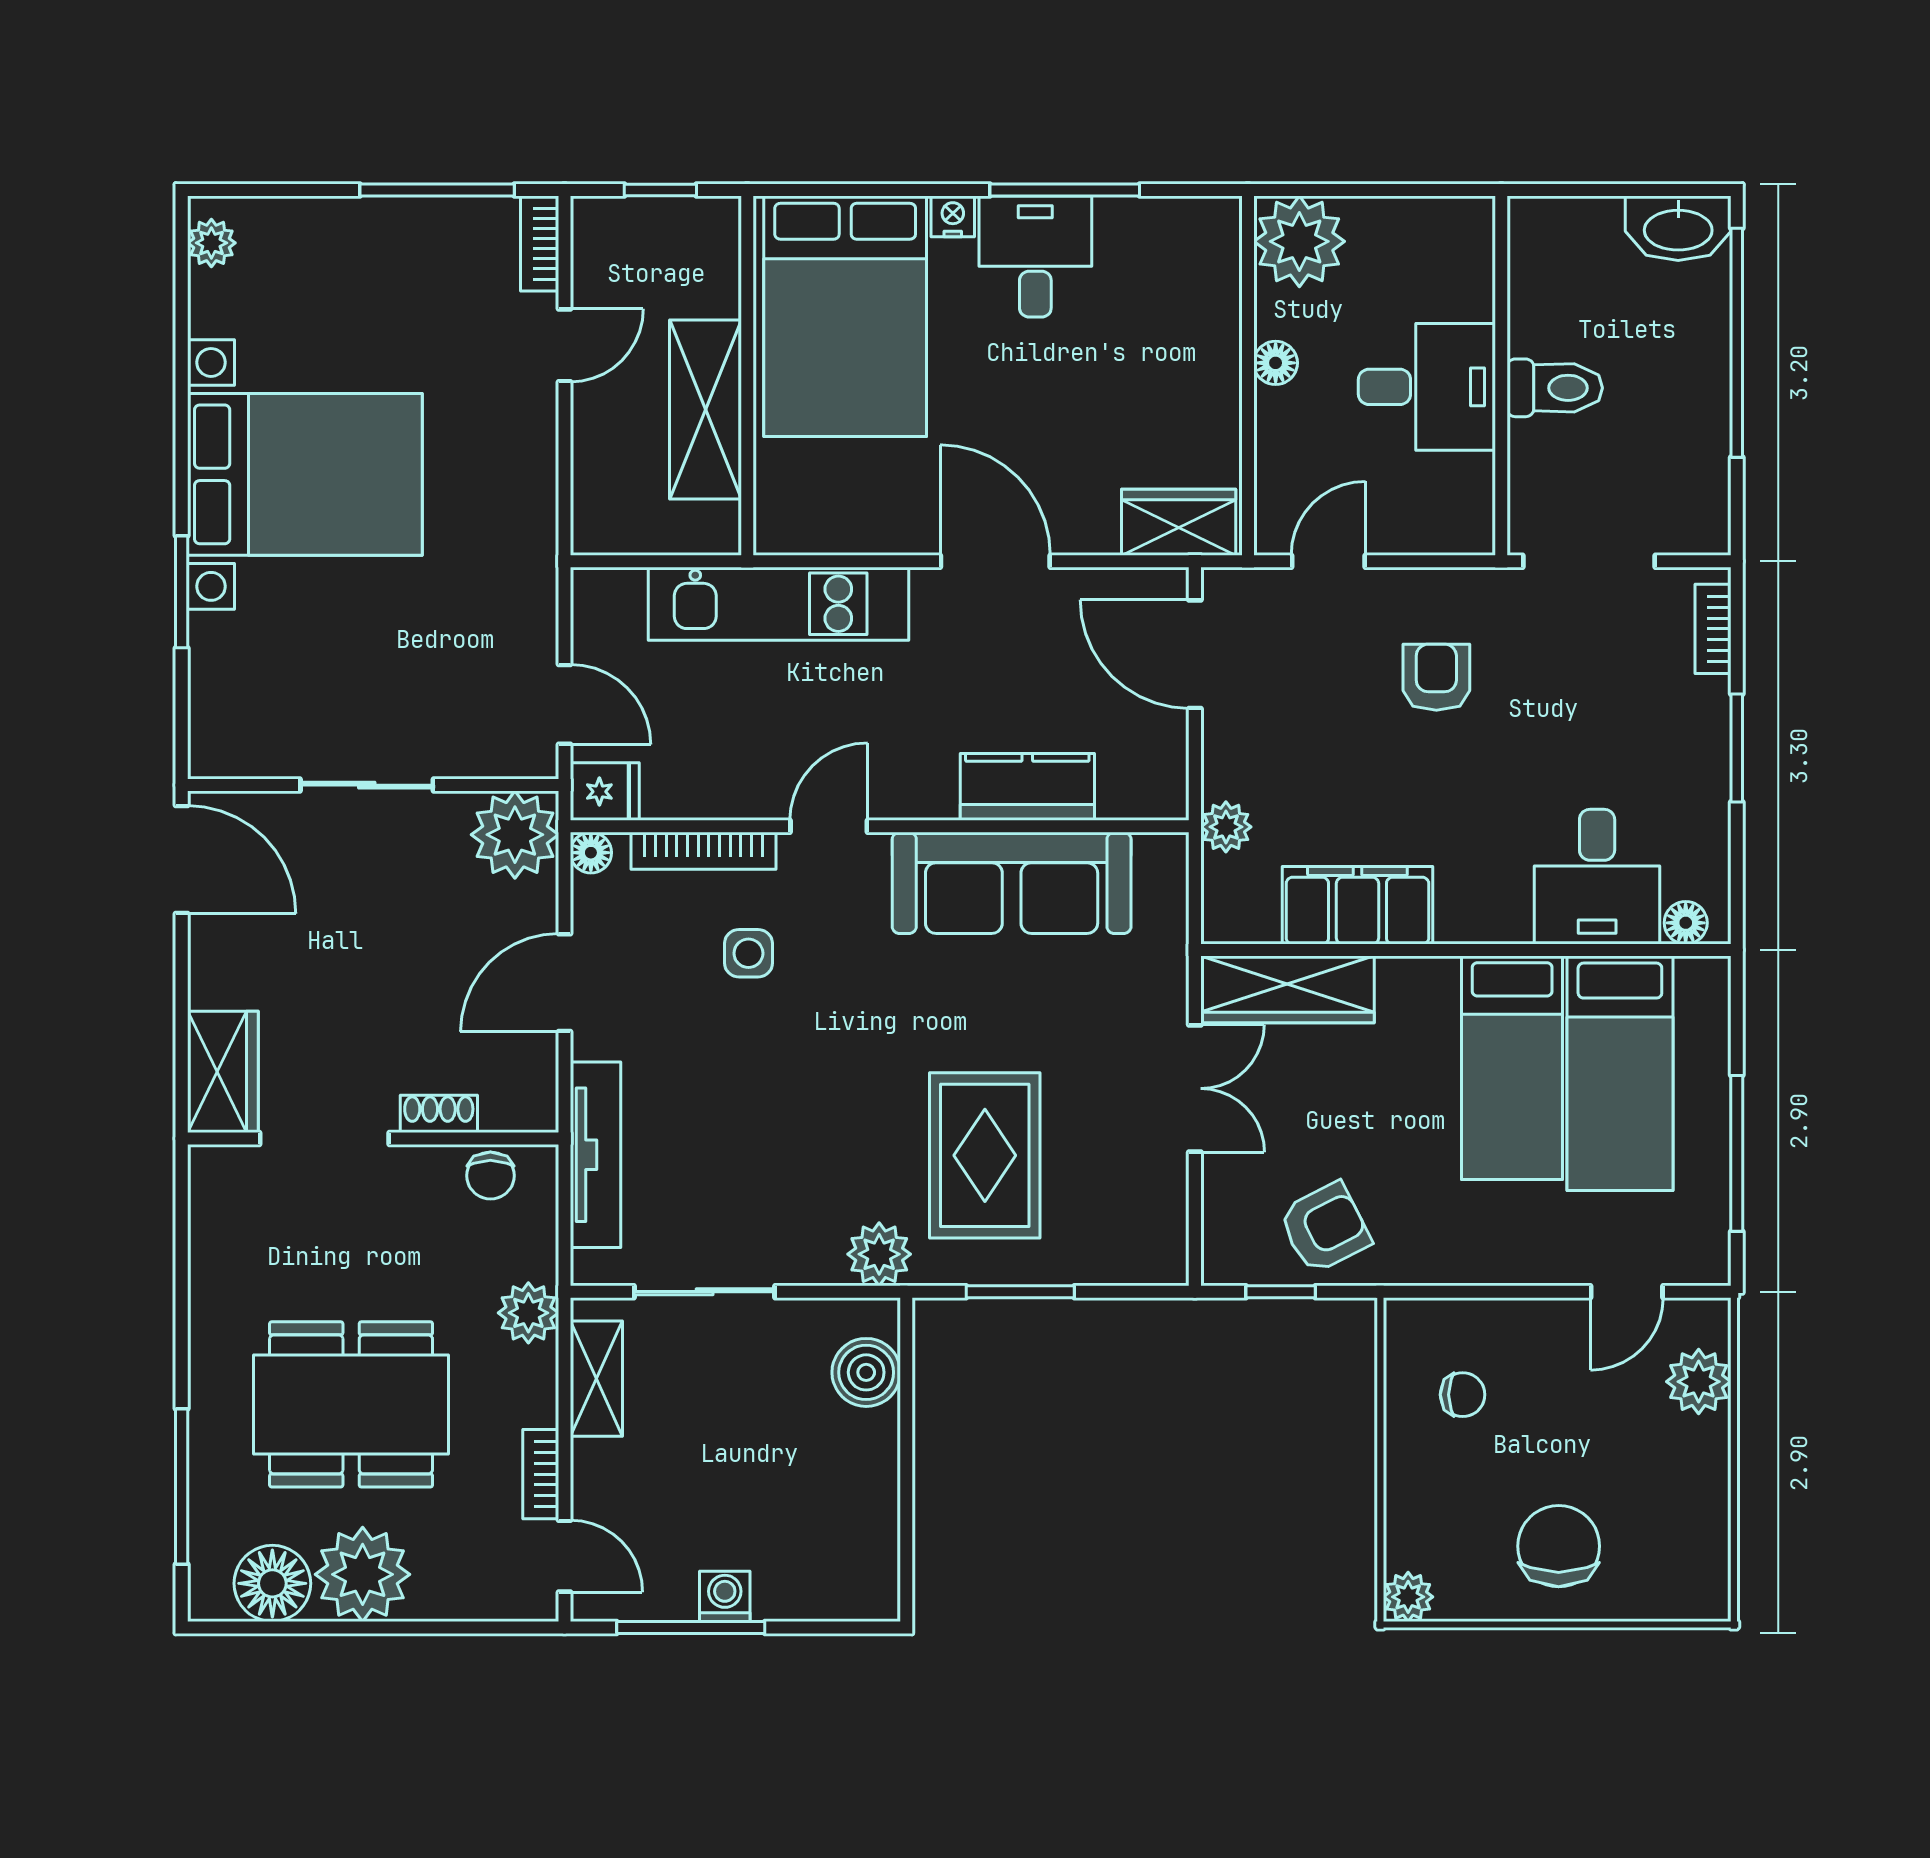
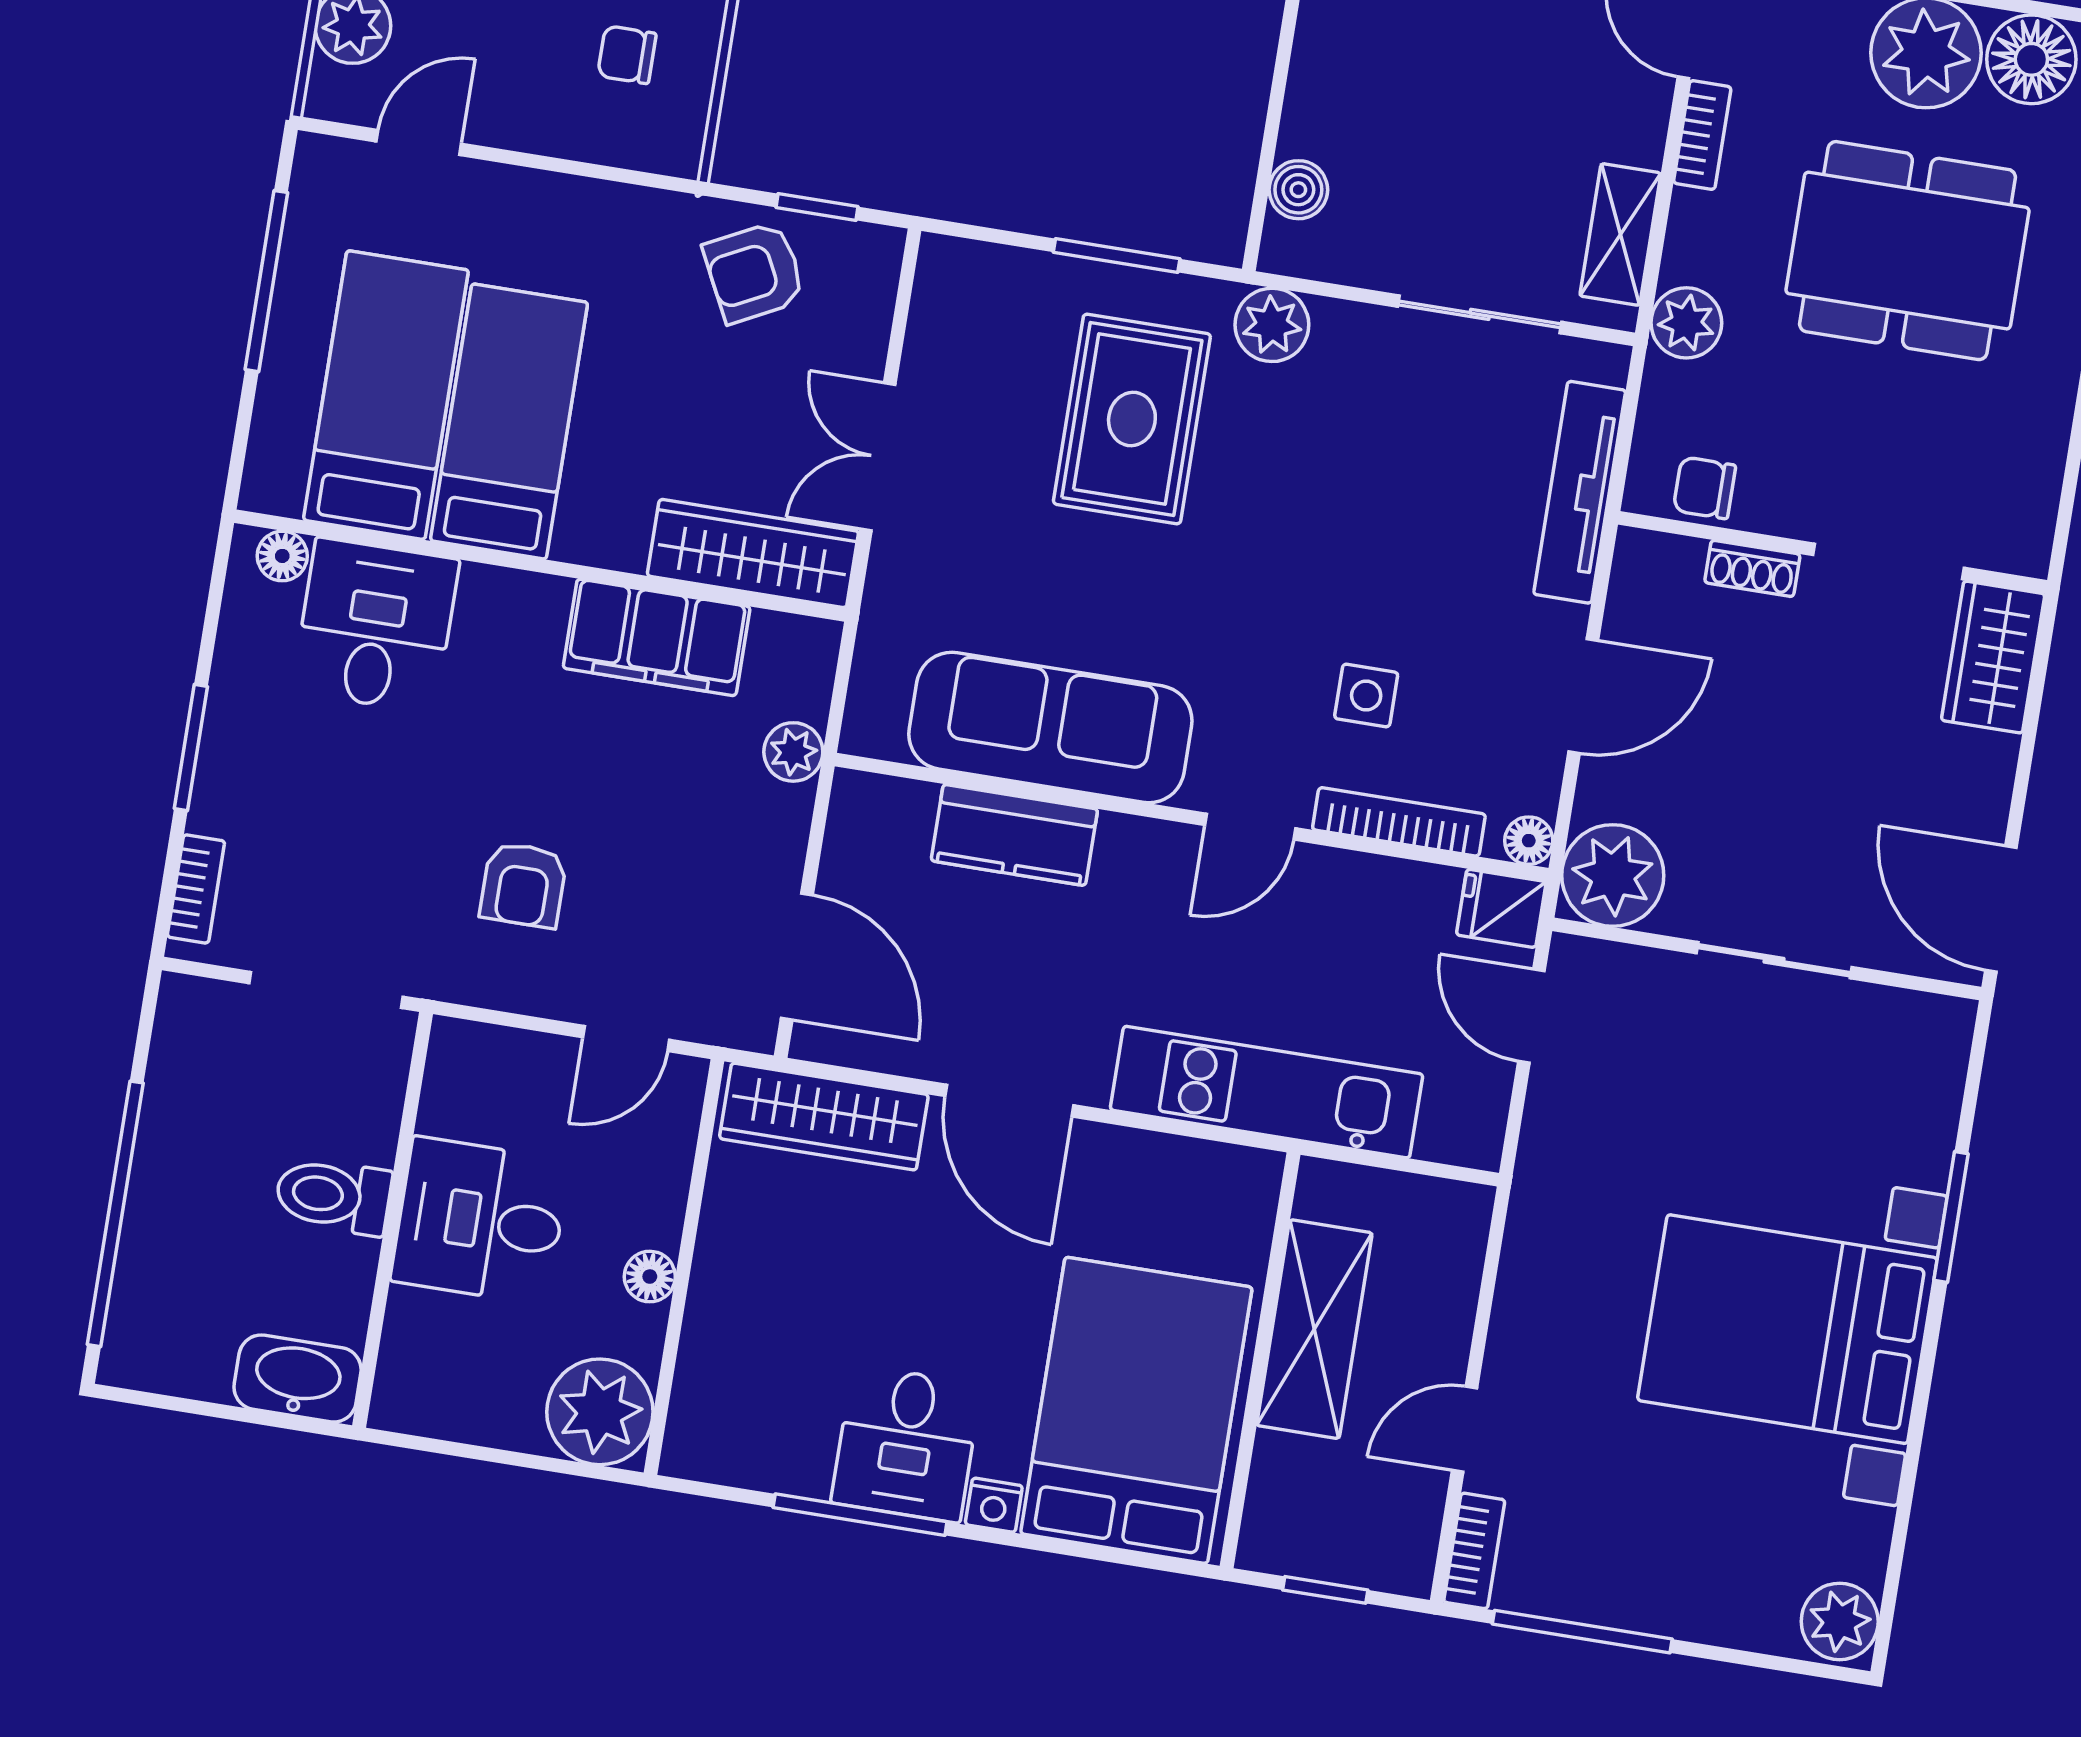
washbasin: (1678, 228) -> (298, 1378), moved
plant: (211, 243) -> (1840, 1621), width x1.38, depth x1.38
wardrobe: (1179, 522) -> (824, 1117), width x1.50
chair: (490, 1176) -> (1704, 488), turned -90
boiler: (866, 1372) -> (1298, 190), width x0.73, depth x0.73

